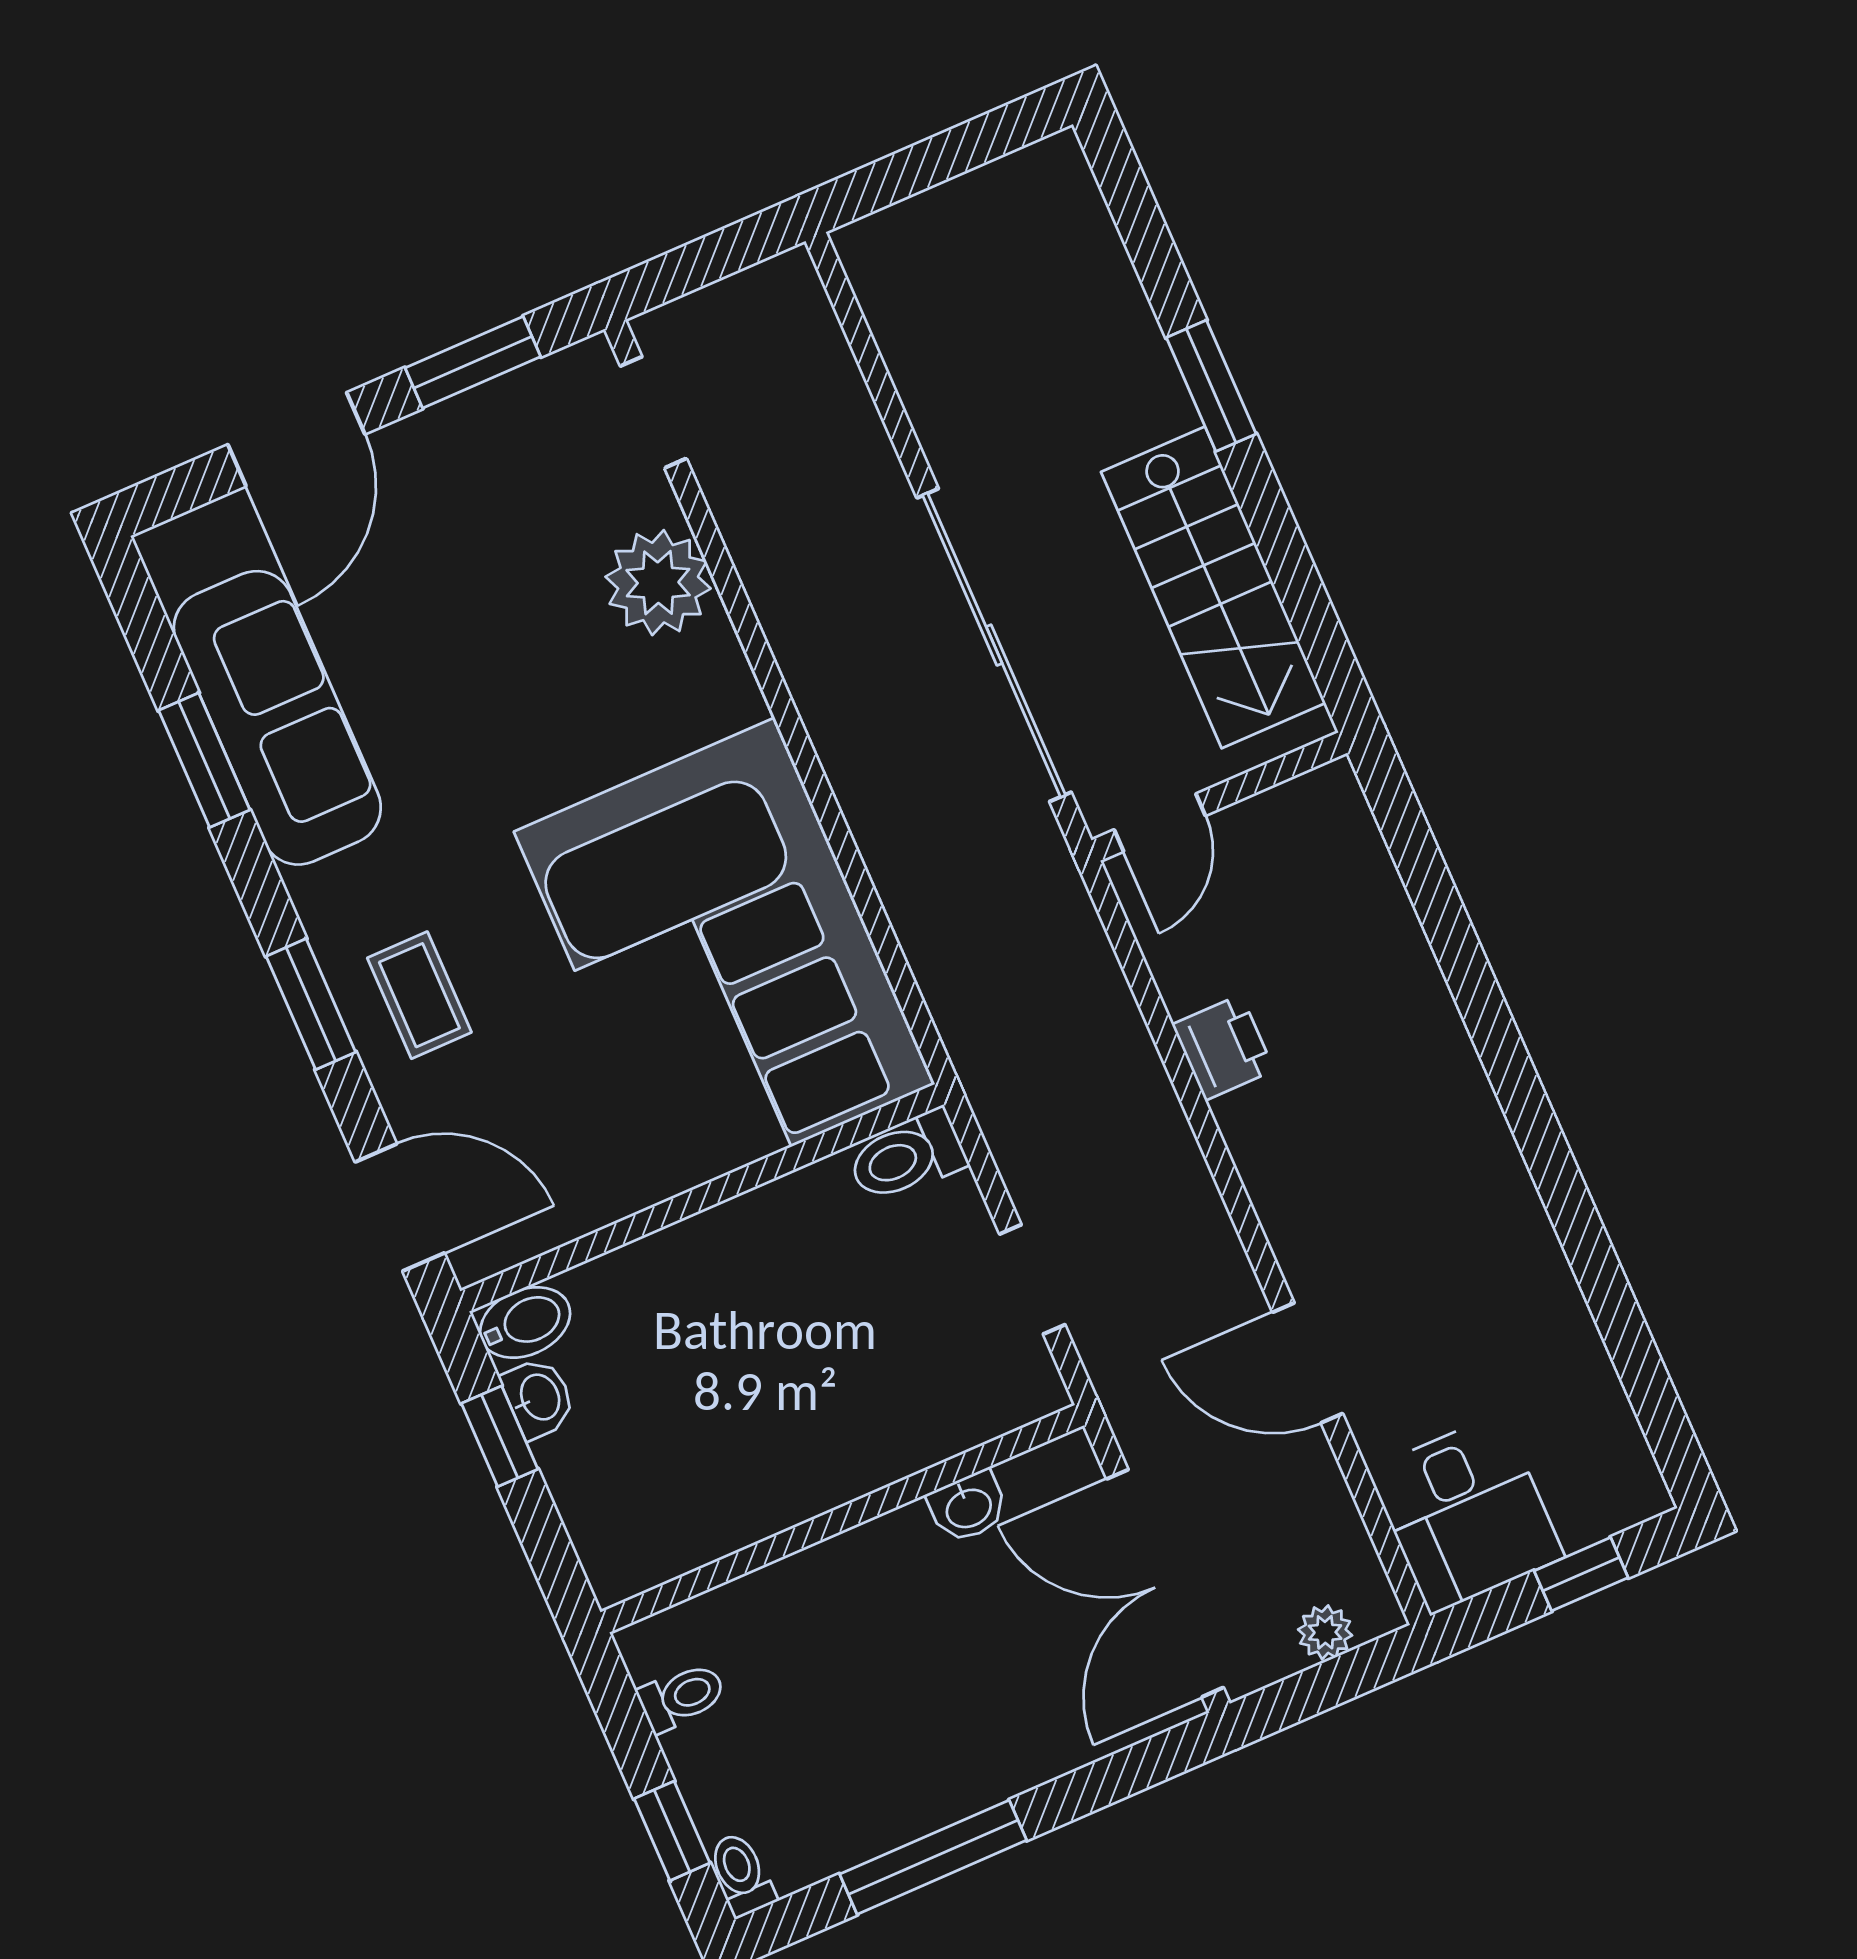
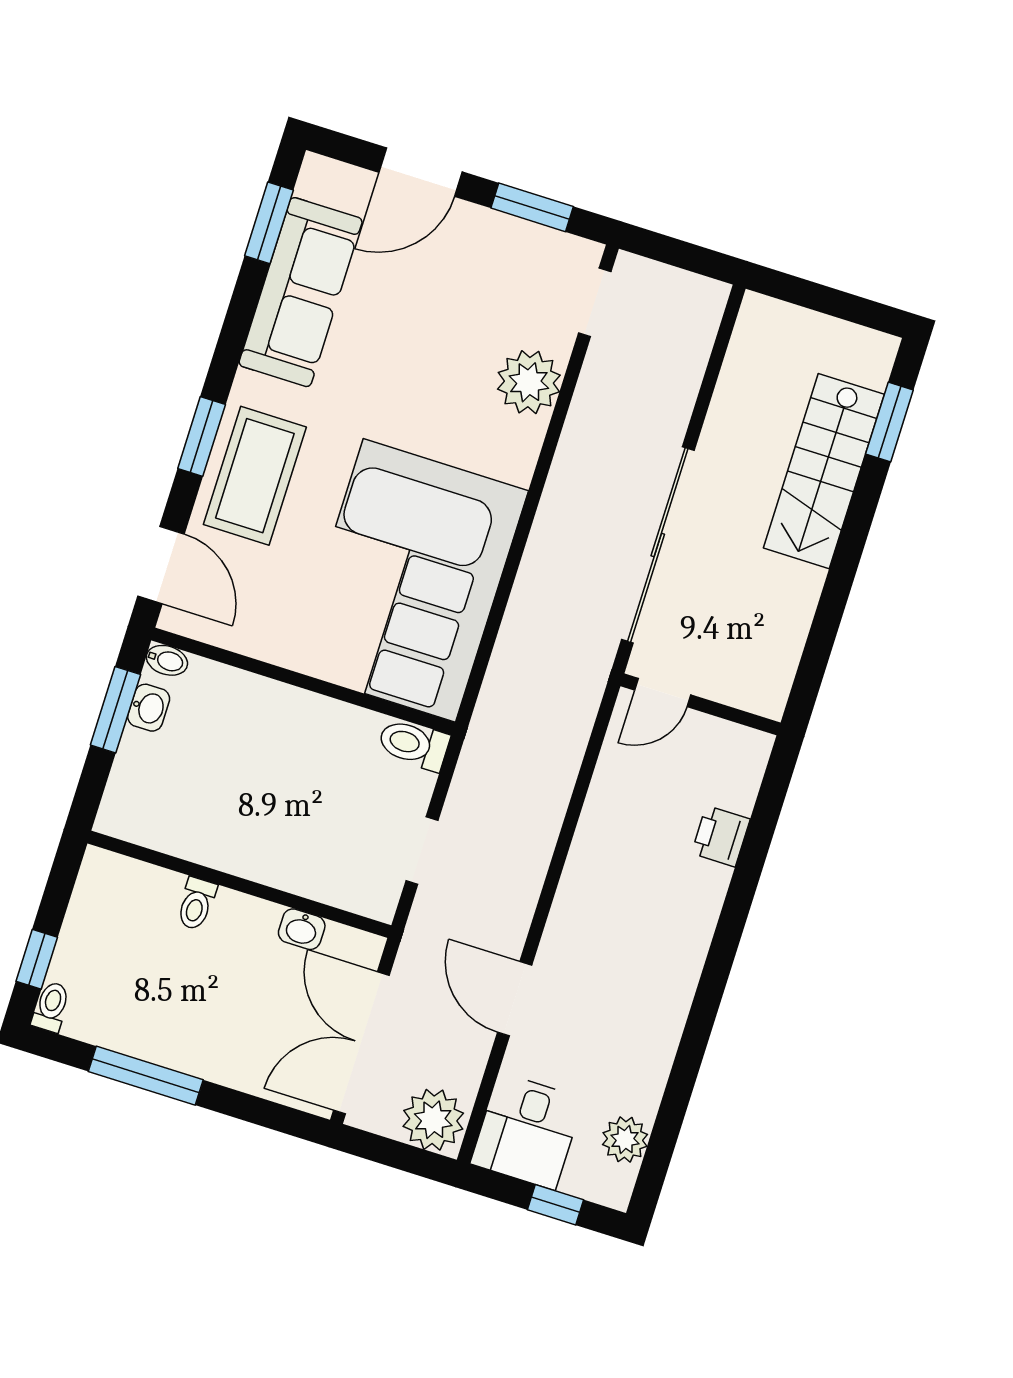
window: (1211, 386) -> (889, 422), moved
stairs: (1213, 587) -> (824, 471), moved
window: (204, 760) -> (269, 223), moved
coffee table: (419, 995) -> (255, 476), width x1.86, depth x1.72
printer: (1223, 1047) -> (721, 836), moved, turned 180
bidet: (525, 1322) -> (167, 660), width x0.72, depth x0.74
plant: (1597, 1418) -> (625, 1139), added
window: (500, 1436) -> (115, 710), width x1.50
plant: (1325, 1632) -> (433, 1120), width x1.87, depth x1.87
toilet: (682, 1697) -> (196, 904), moved, turned 90

